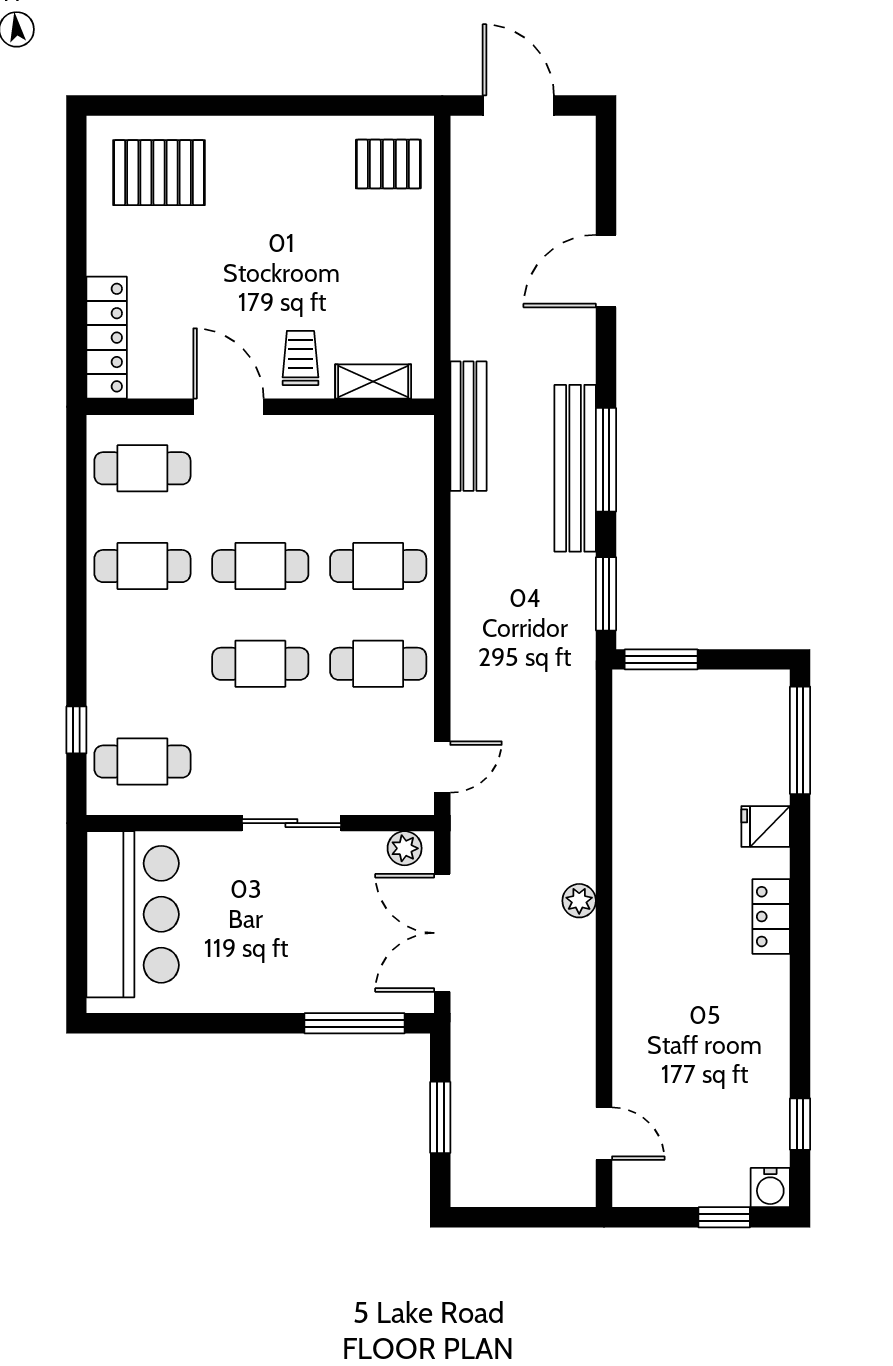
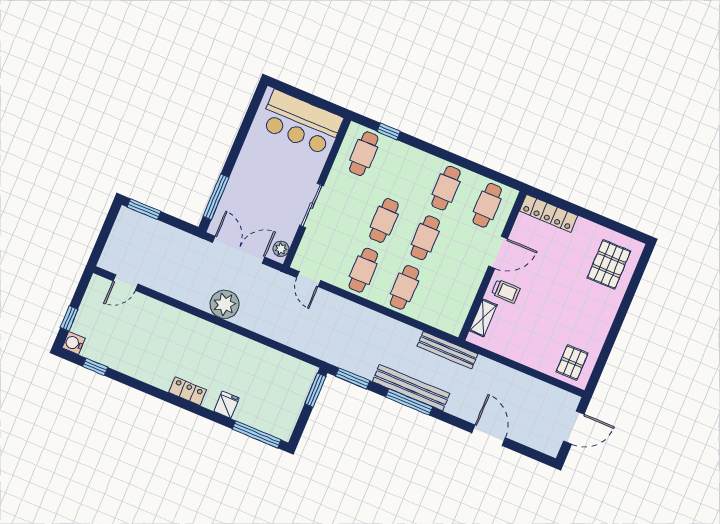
plant: (579, 901) -> (224, 304), width x1.87, depth x1.87
window: (440, 1117) -> (144, 209), moved

